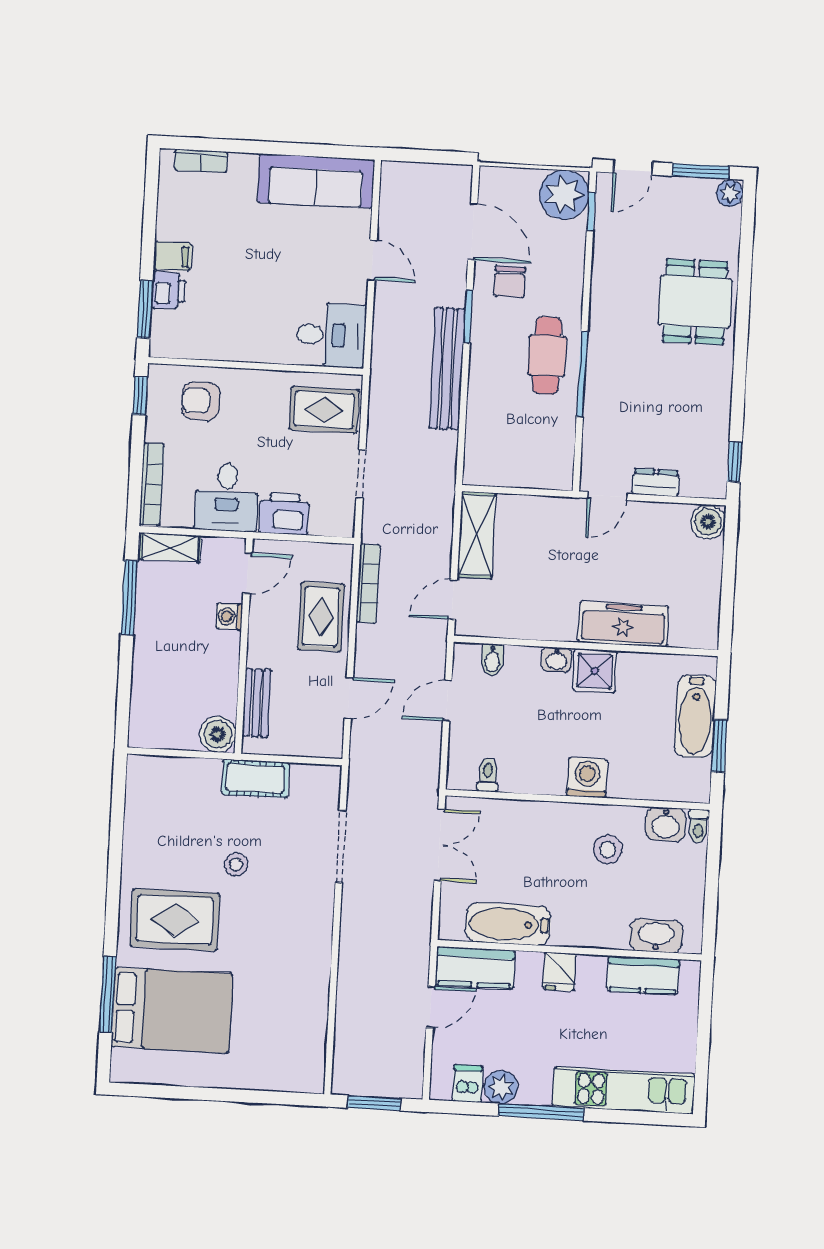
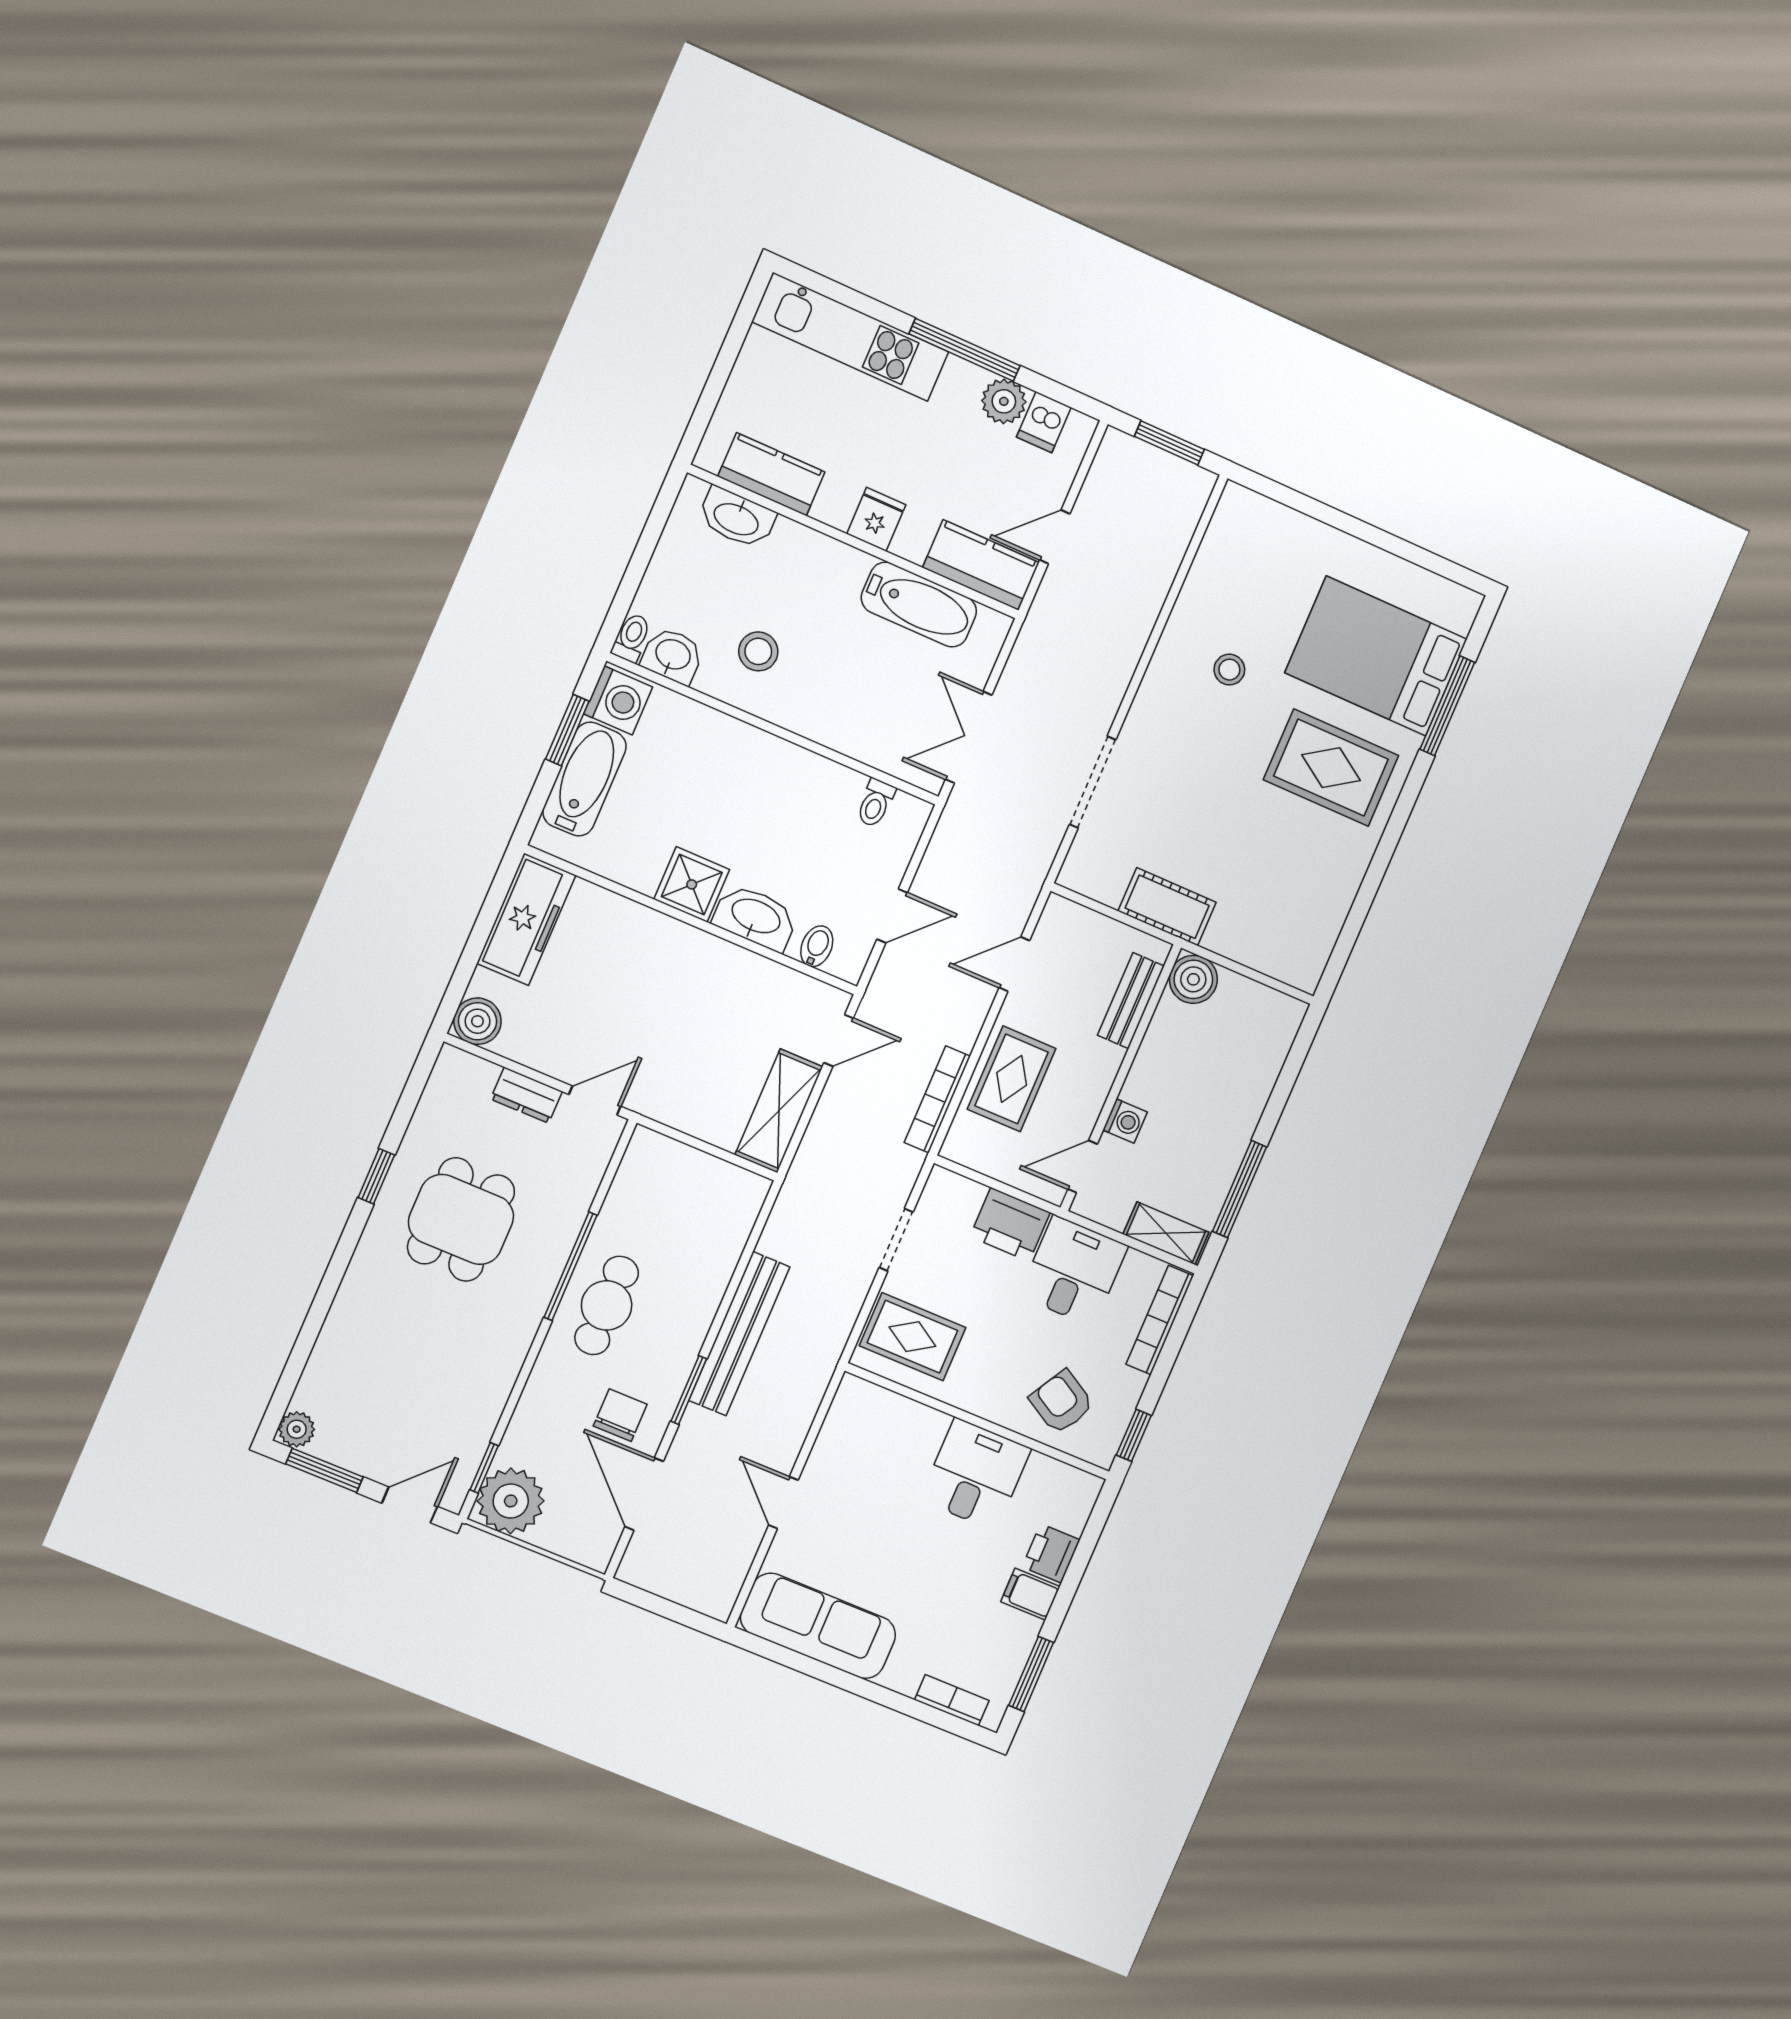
dining table: (695, 302) -> (461, 1219), moved
window: (145, 309) -> (1031, 1674), moved
desk: (331, 335) -> (975, 1474), moved, turned 90
armchair: (201, 401) -> (1062, 1402), turned -150
window: (735, 462) -> (376, 1176), moved
freezer: (623, 624) -> (526, 919), moved, turned -90
washbasin: (556, 660) -> (755, 917), width x1.91, depth x1.45
washing machine: (587, 778) -> (618, 700), moved, turned -90
stool: (236, 865) -> (1229, 670), moved

